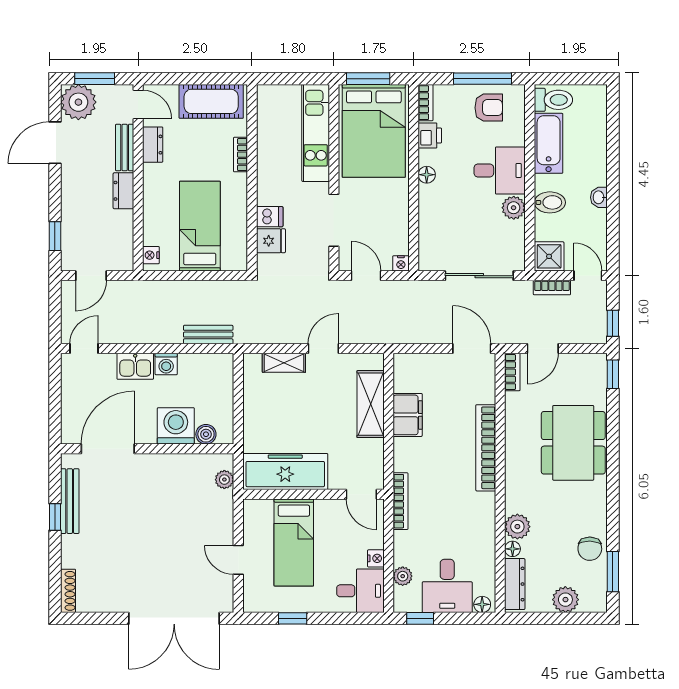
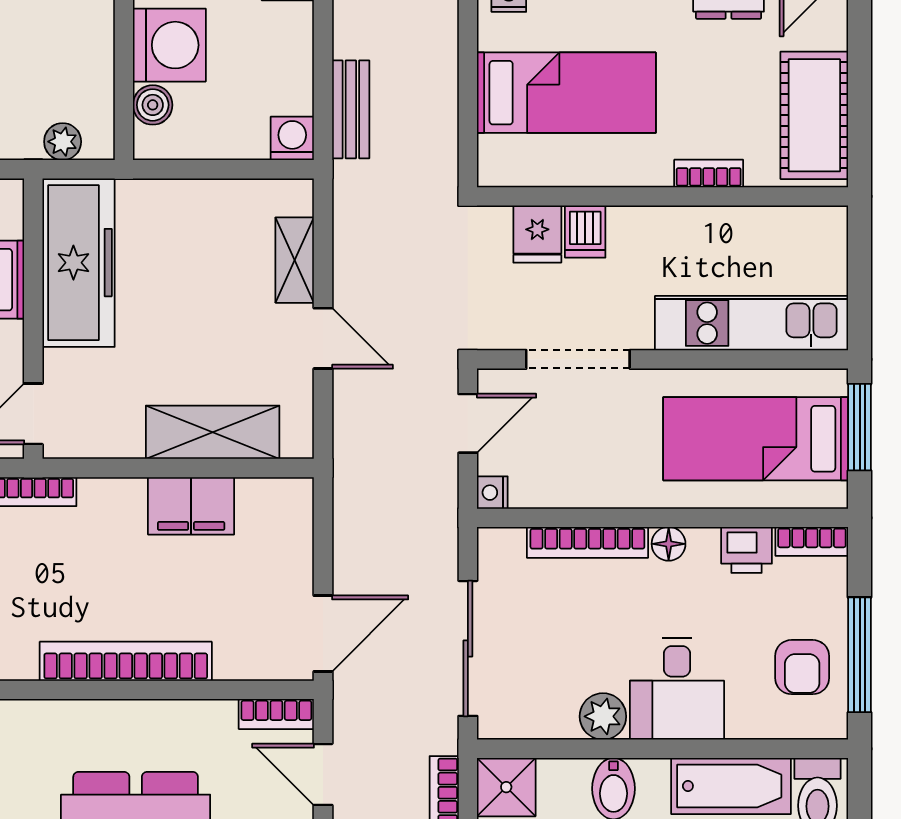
bed: (374, 131) -> (756, 439), width x0.67
bookcase: (426, 216) -> (587, 542), added
washing machine: (166, 364) -> (292, 138), moved, turned 90

